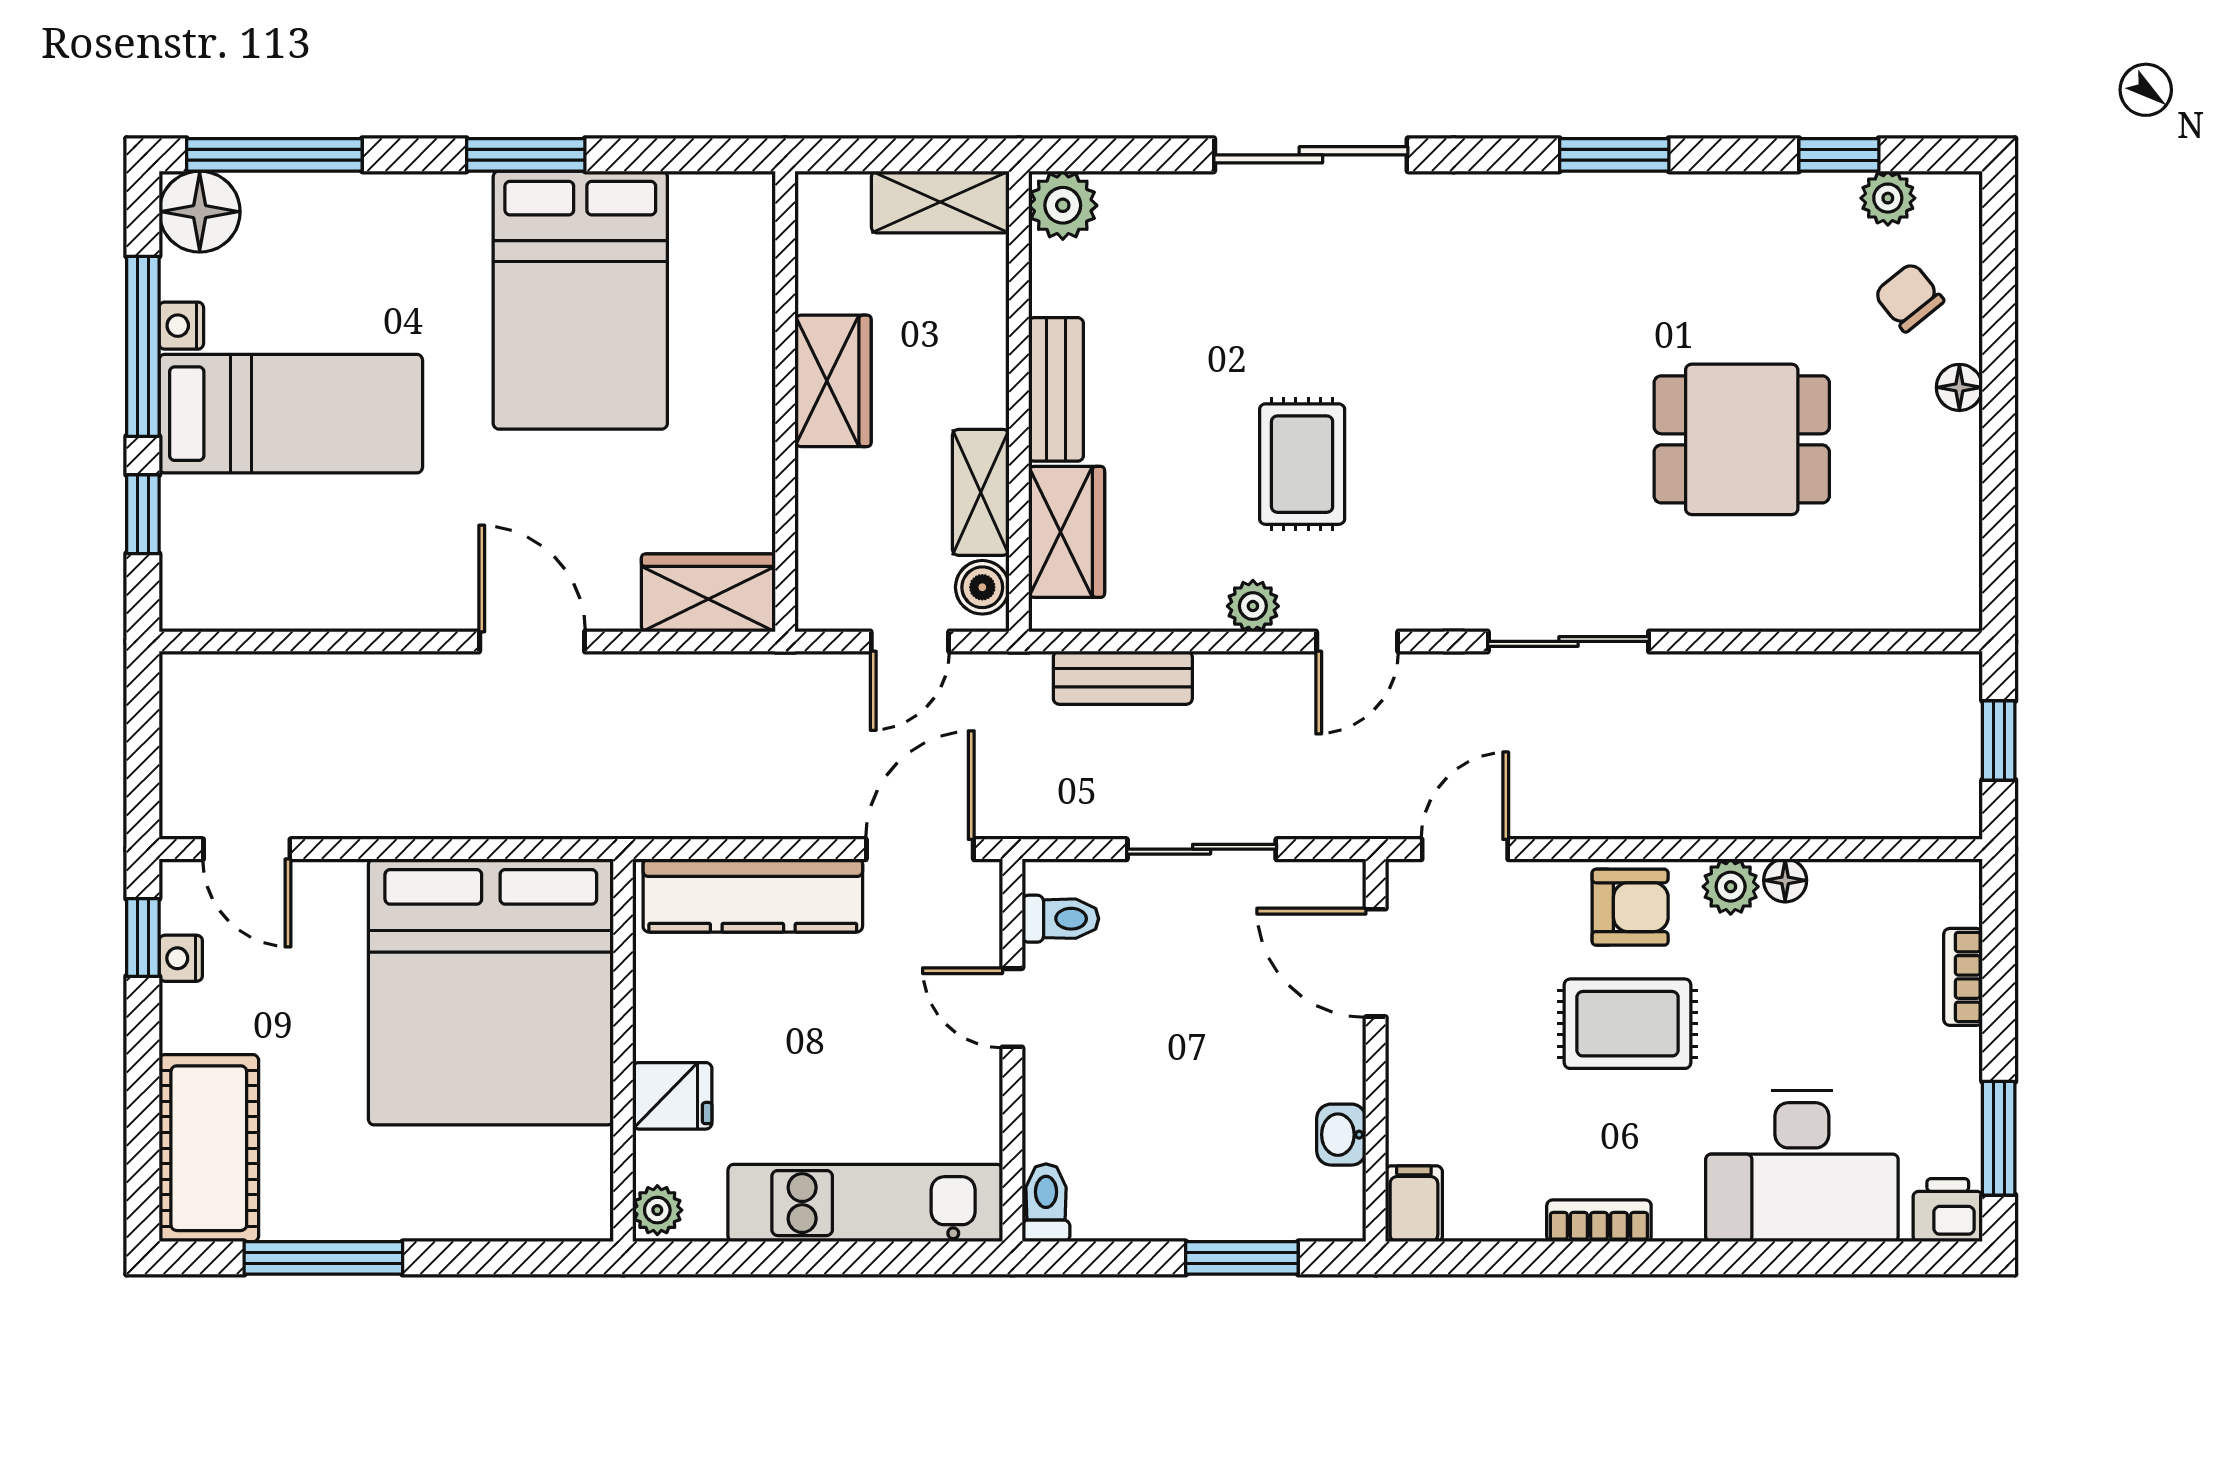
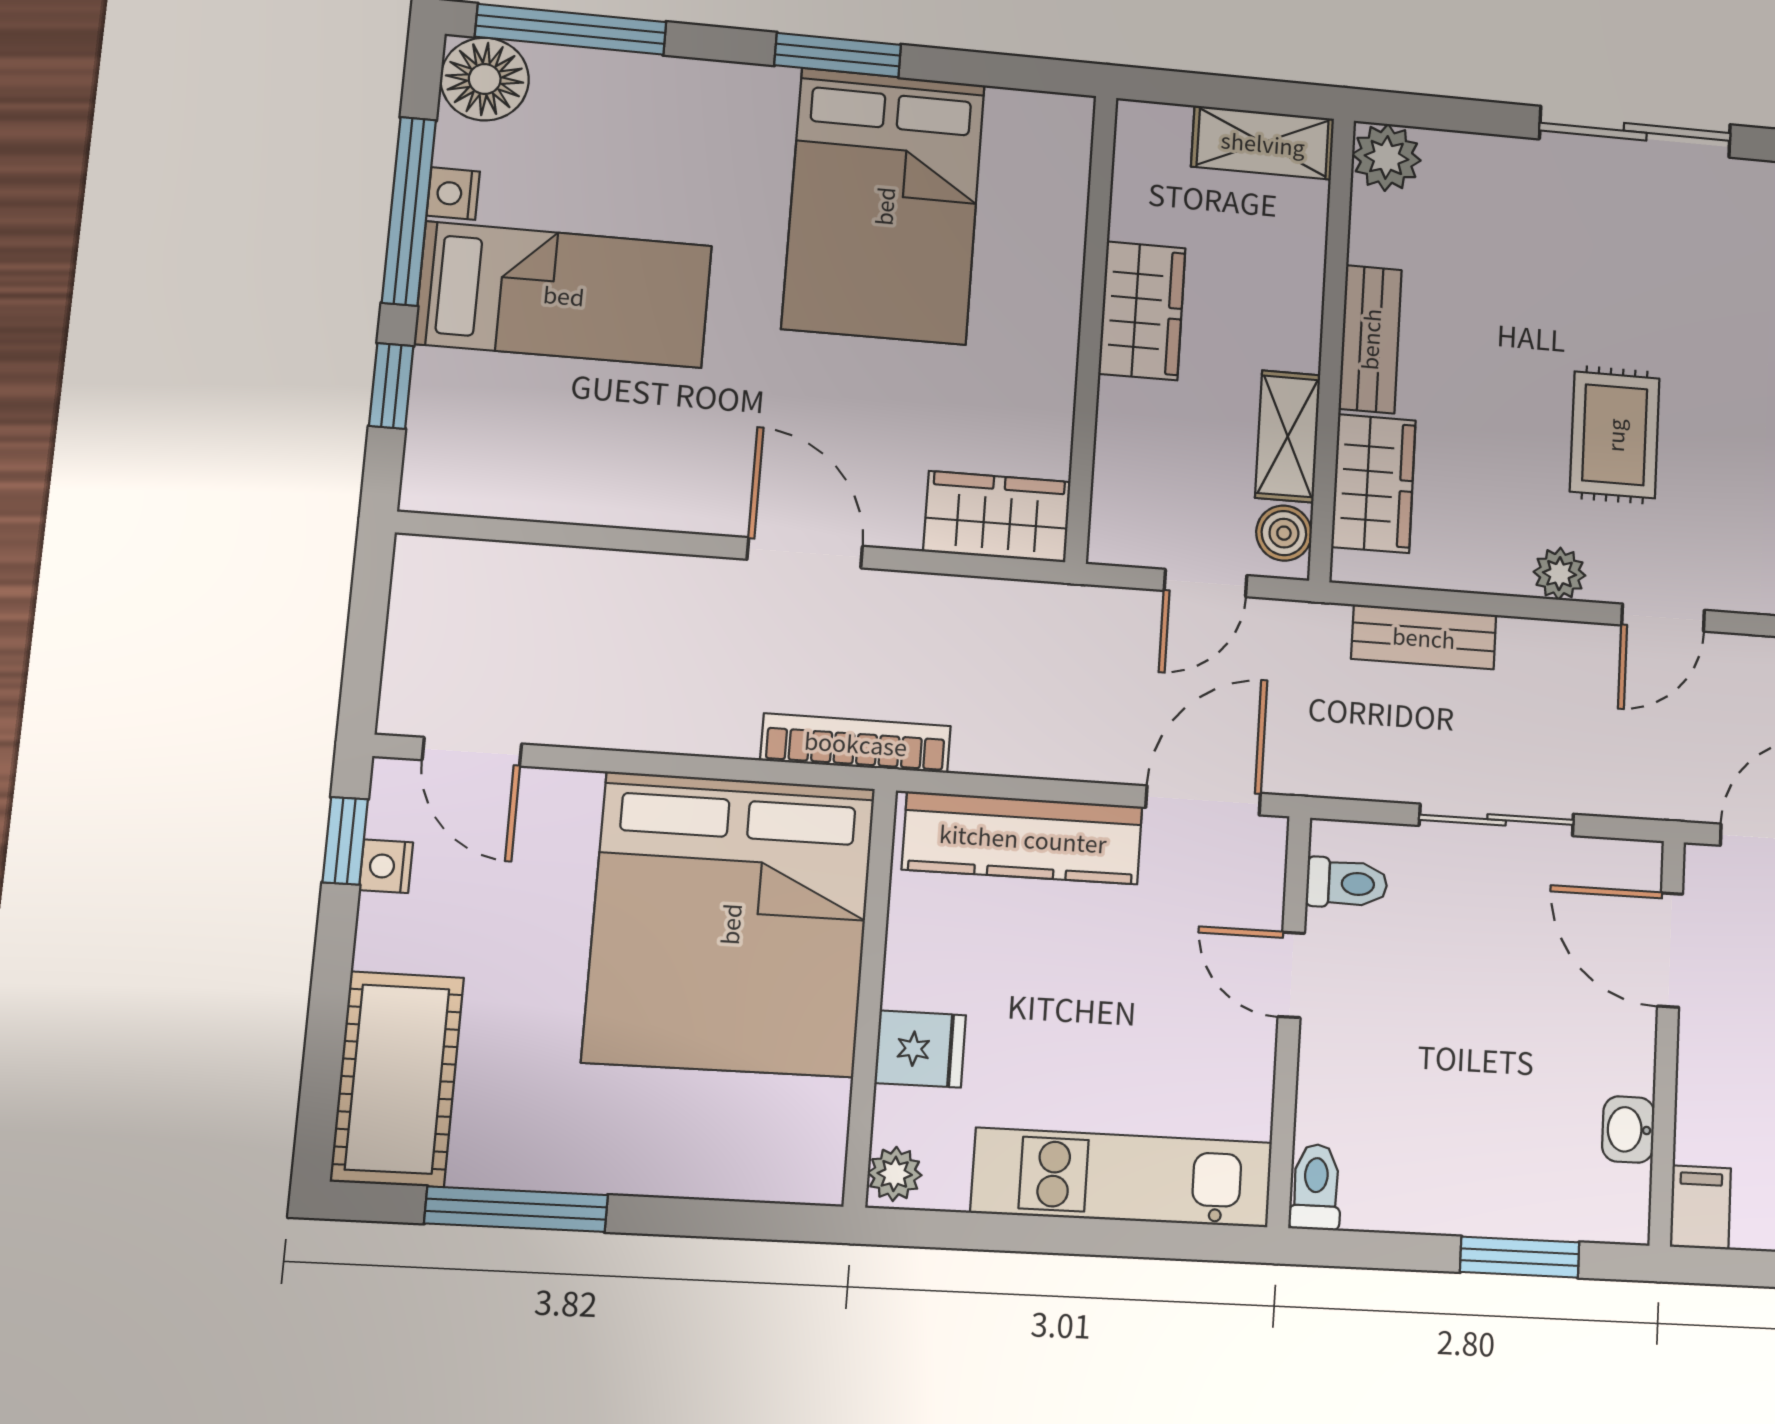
bookcase: (593, 817) -> (856, 743), added

